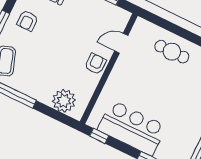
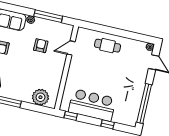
armchair: (96, 64) -> (41, 46), moved

